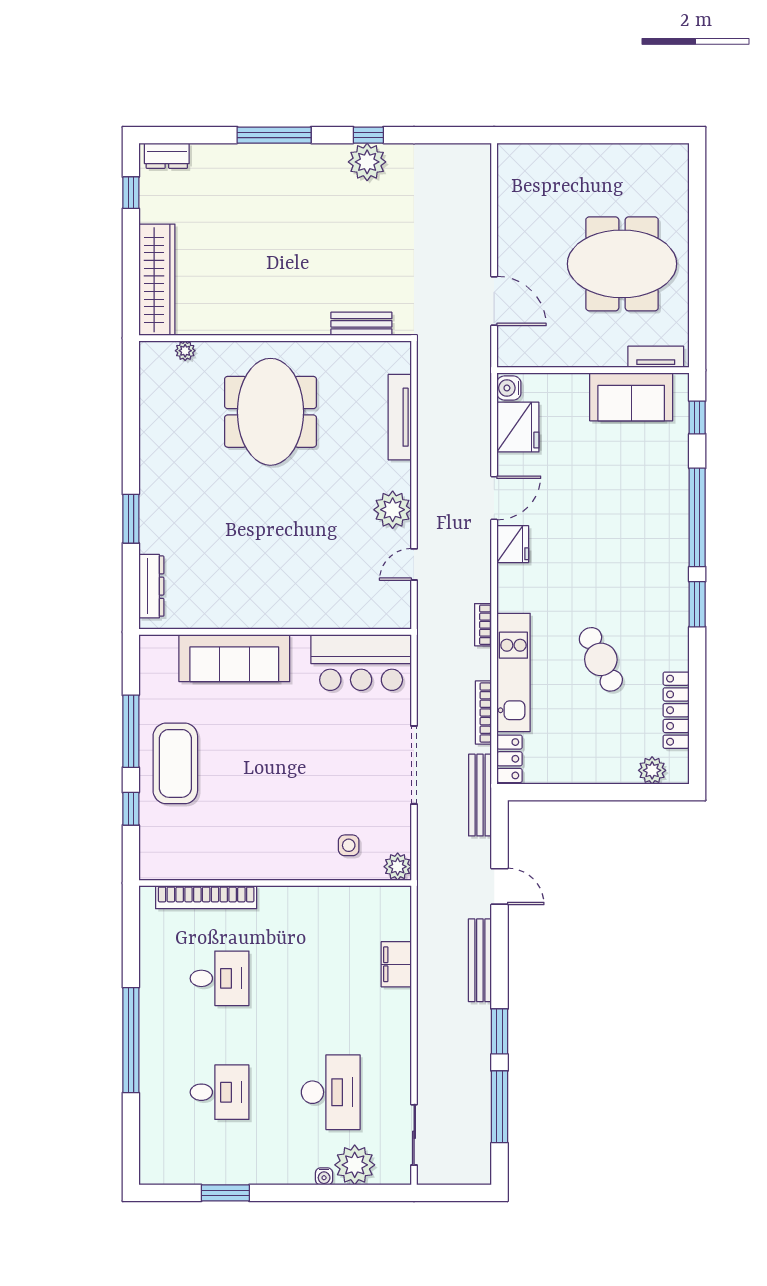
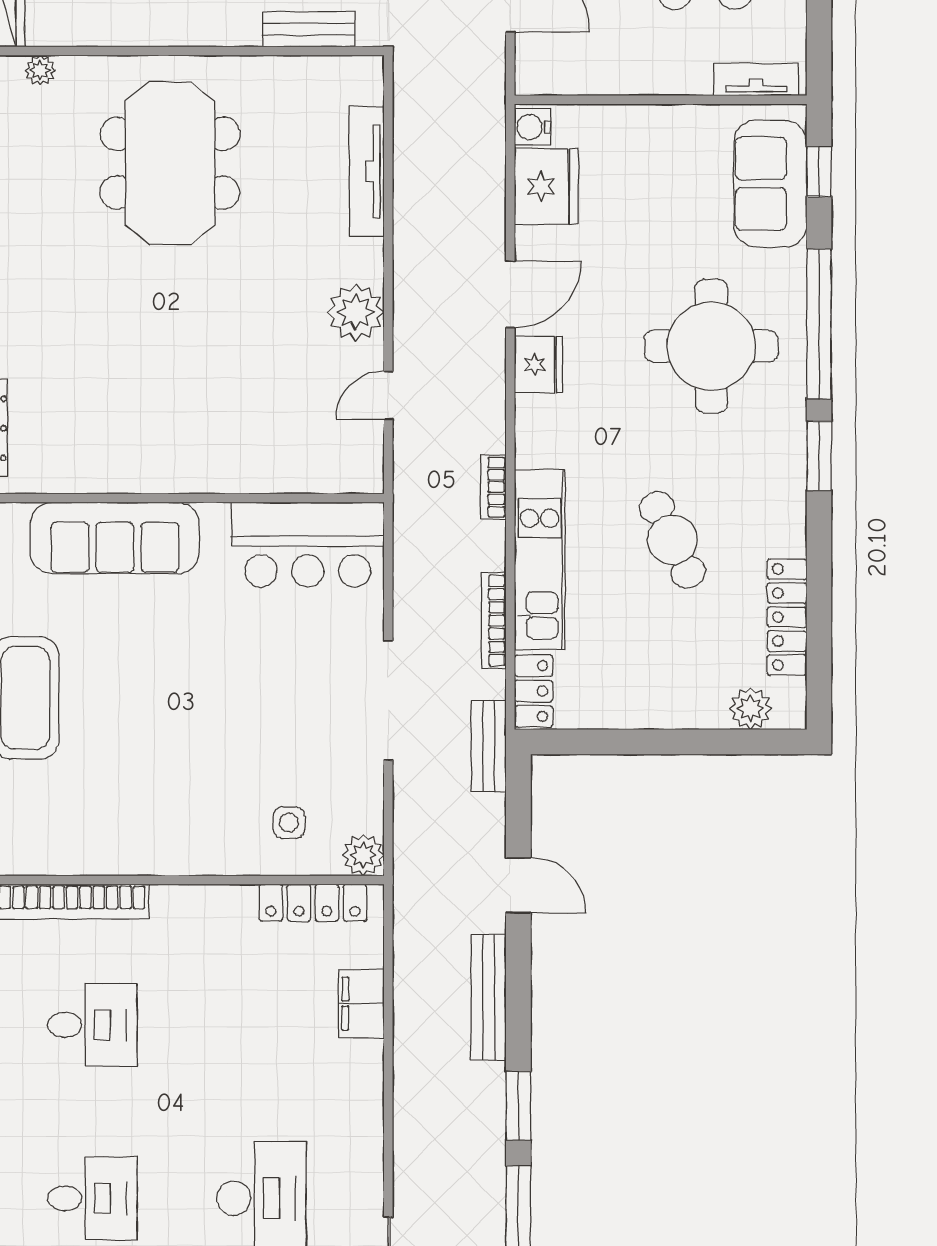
sofa: (631, 397) -> (770, 184), moved, turned 90
round table: (626, 532) -> (711, 346), added
bench: (480, 795) -> (489, 746), width x0.73
locker: (364, 898) -> (313, 903), added

